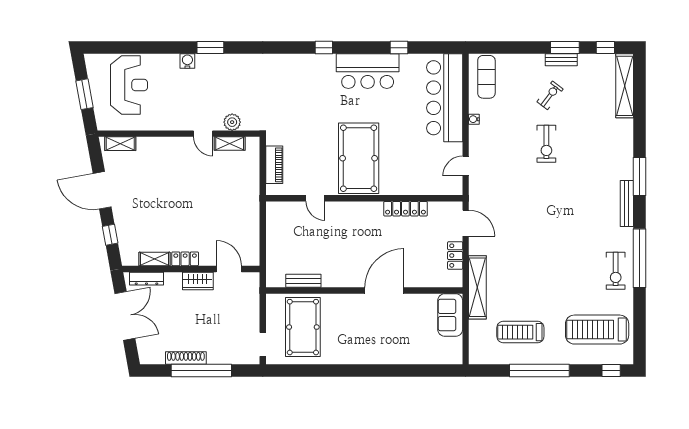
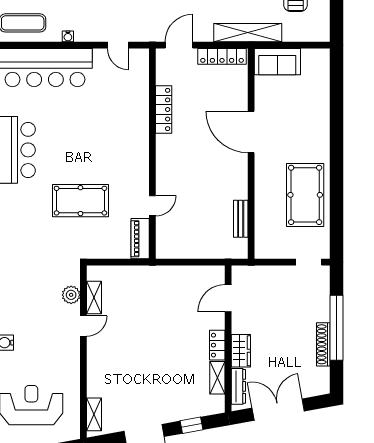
pool table: (359, 158) -> (80, 201), moved, width x0.73, depth x0.76
piano: (274, 165) -> (140, 239), moved, turned -90
locker: (455, 256) -> (222, 56), width x1.53
wardrobe: (198, 281) -> (241, 351), moved
pool table: (303, 327) -> (305, 195), moved, turned 90

